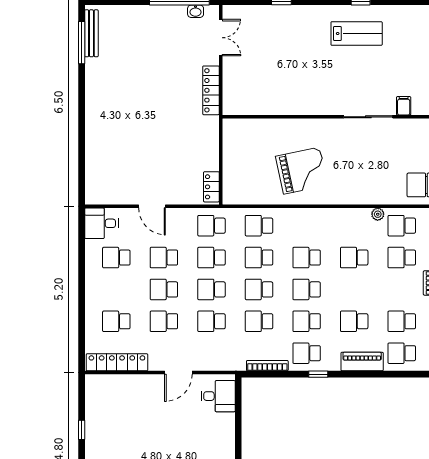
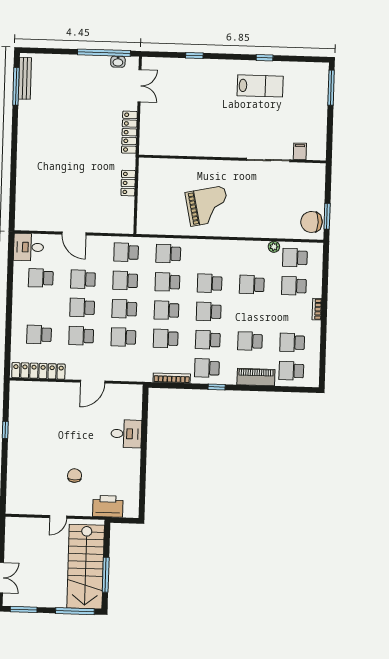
locker: (211, 187) -> (128, 183), moved
desk: (218, 396) -> (126, 434), moved

